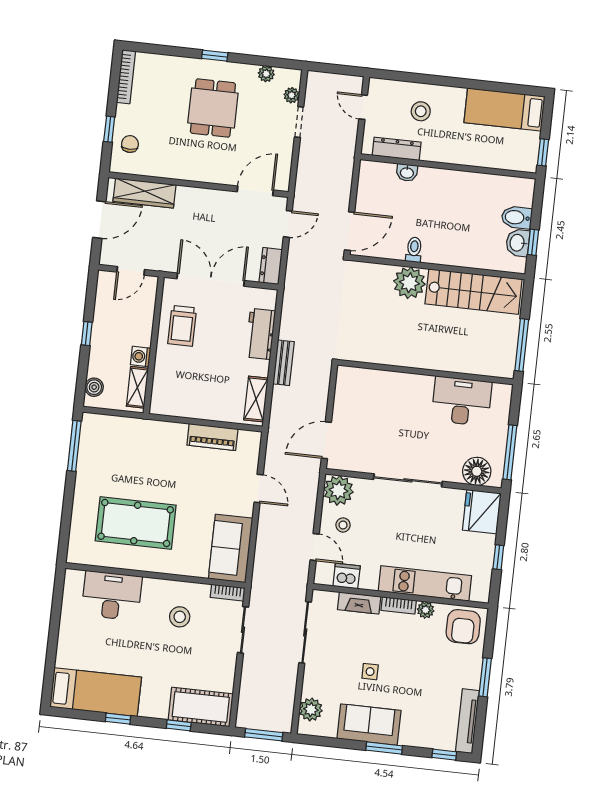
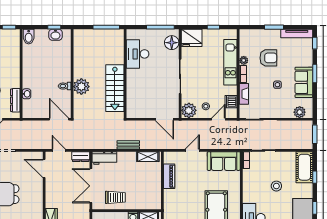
bidet: (517, 217) -> (29, 37), moved
stairs: (474, 292) -> (115, 88), moved, turned 180
workbench: (260, 334) -> (104, 158), moved
stool: (180, 617) -> (276, 186), moved
armchair: (463, 627) -> (268, 58), moved

